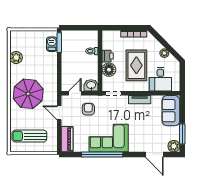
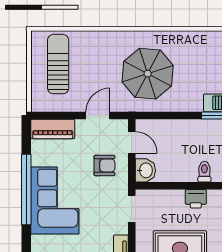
plant: (16, 58) -> (193, 41), removed
floor lamp: (109, 70) -> (172, 201), removed
parasol: (28, 94) -> (148, 74), moved

